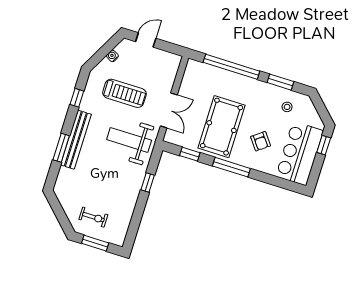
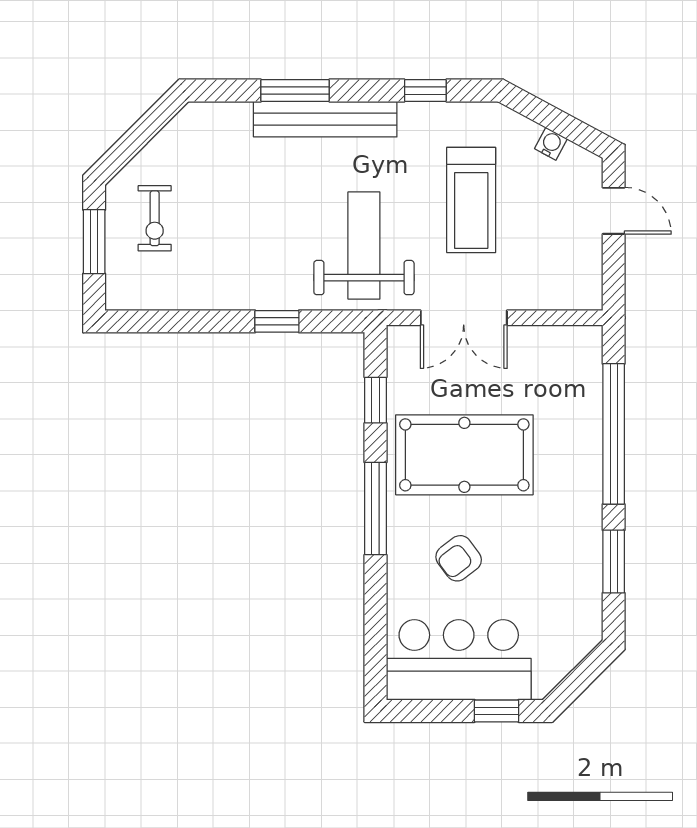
stool: (287, 107) -> (560, 596), removed

